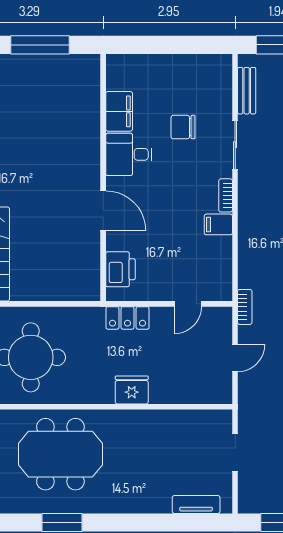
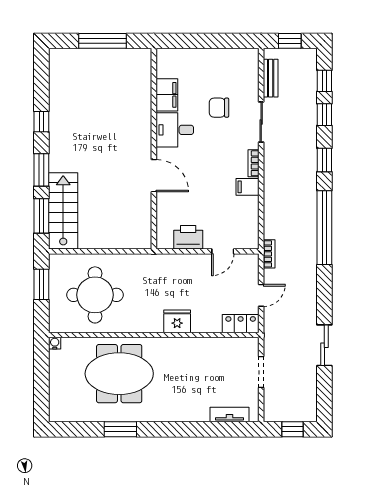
printer: (120, 269) -> (188, 237), moved, turned -90
locker: (128, 318) -> (241, 324), moved, turned 180

